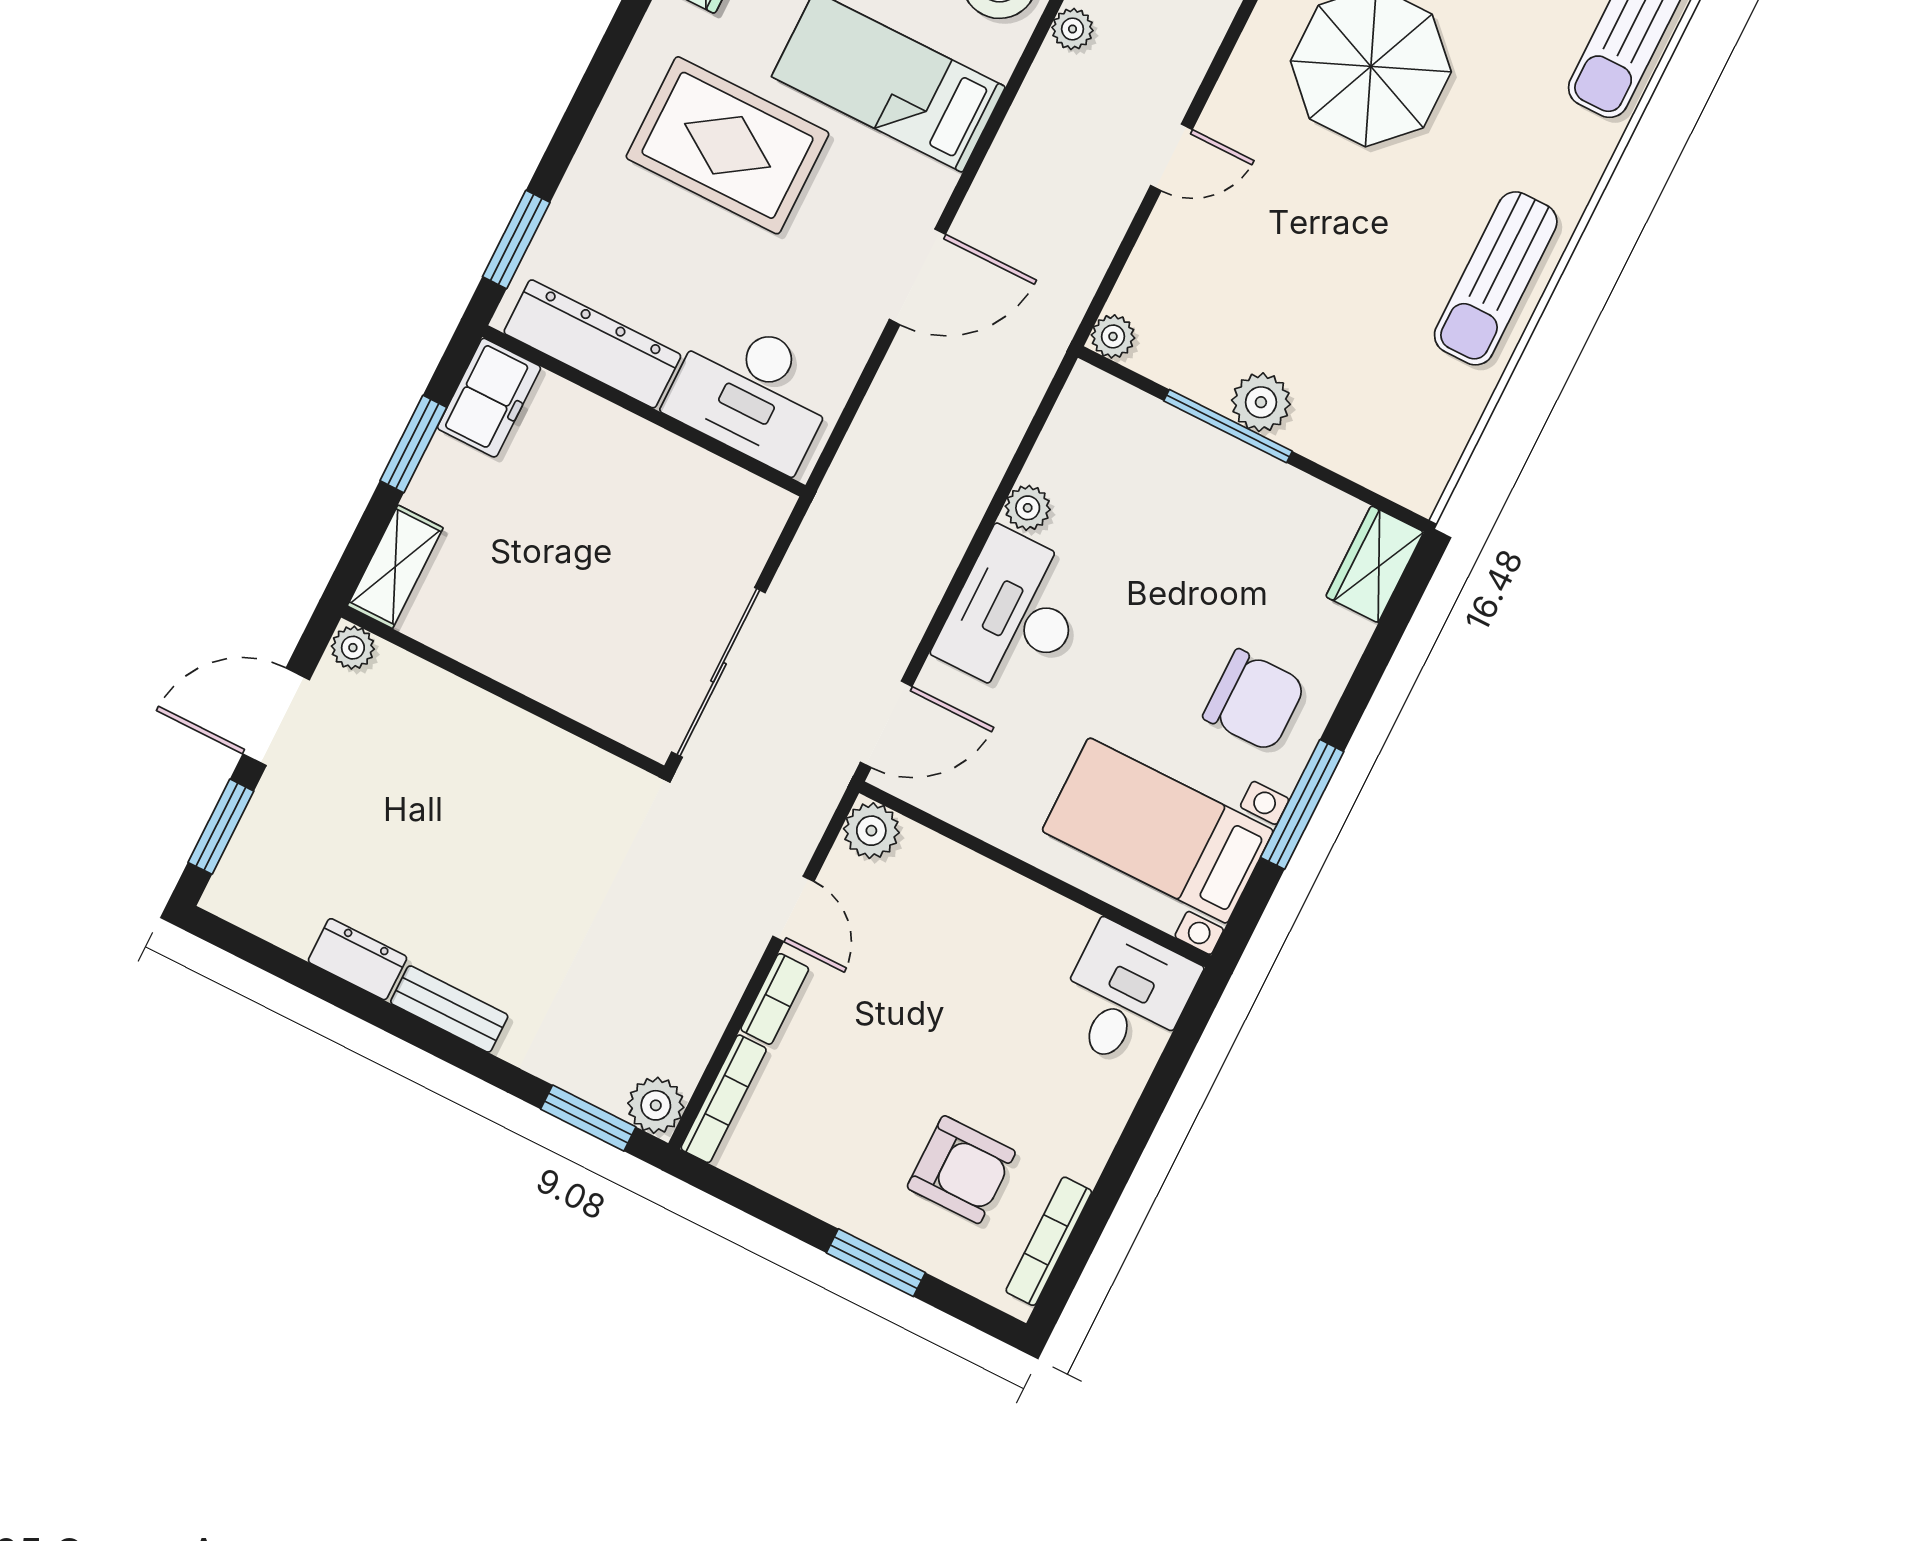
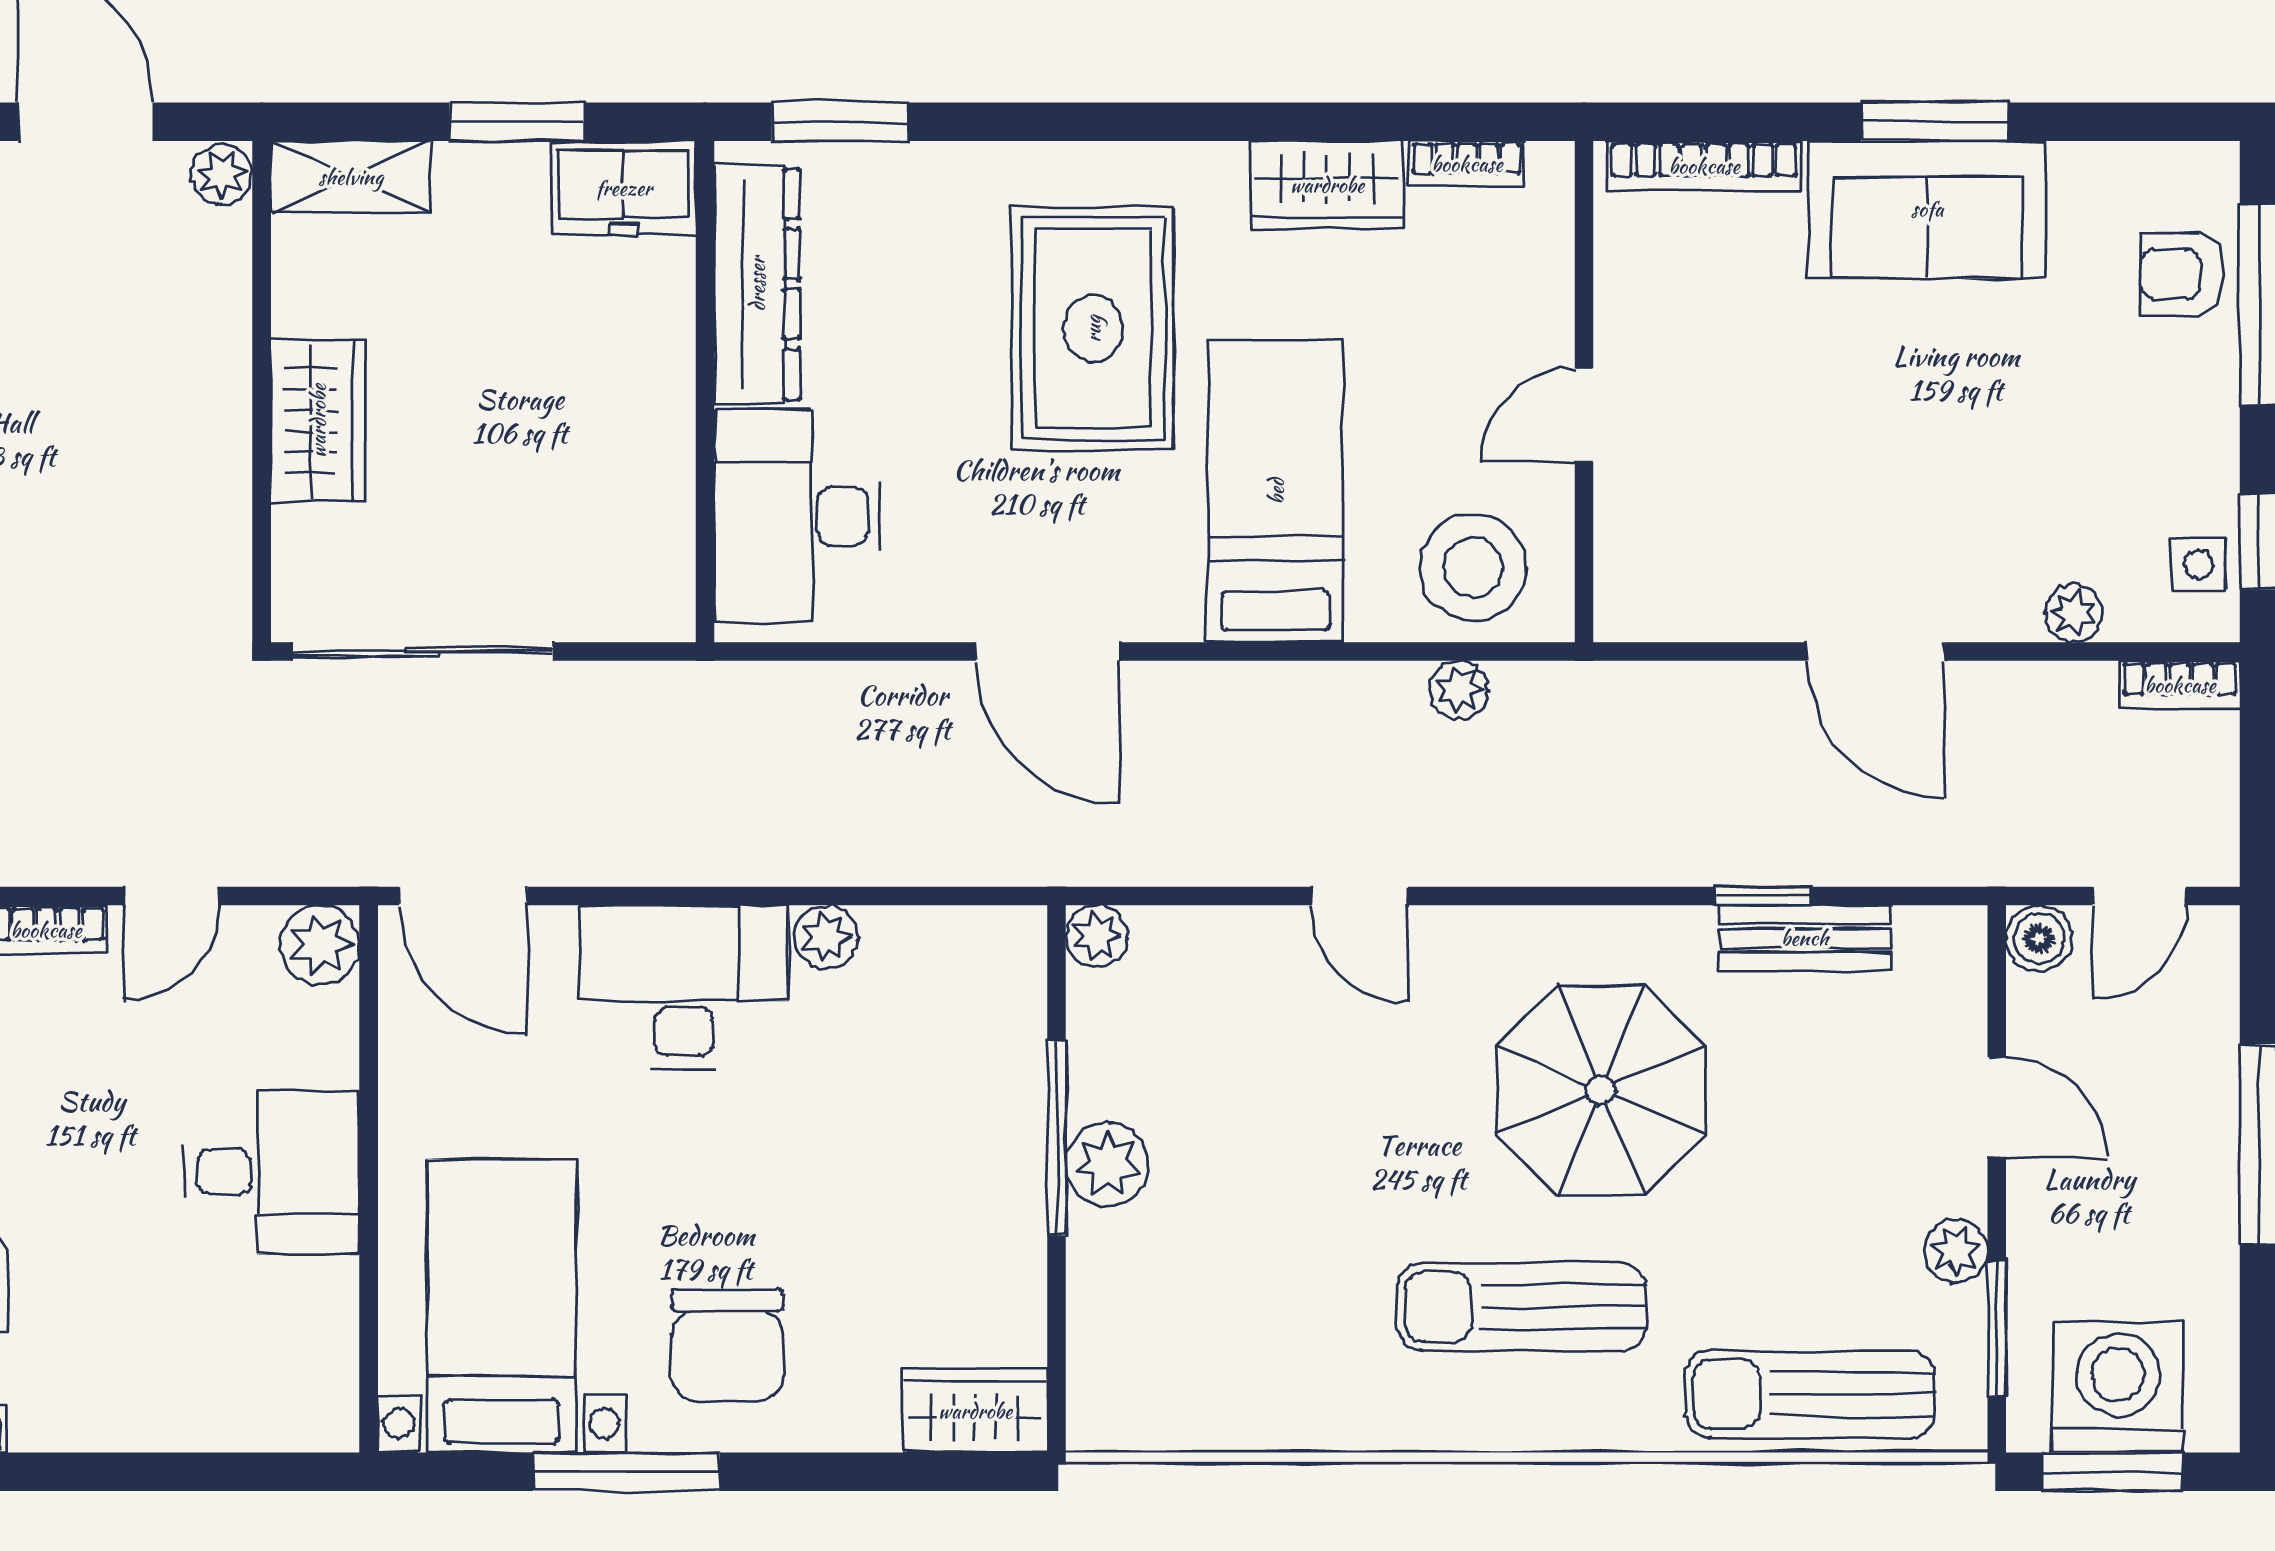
sun lounger: (1496, 278) -> (1521, 1307), moved
wardrobe: (539, 665) -> (318, 421), added
desk: (1125, 997) -> (271, 1172), moved

